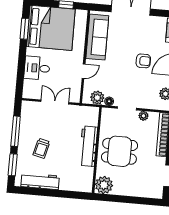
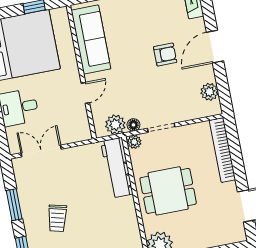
double door: (55, 102) -> (41, 151), moved
plant: (143, 116) -> (134, 142), moved
window: (16, 131) -> (14, 205), width x0.69
workbench: (88, 146) -> (117, 168), moved

